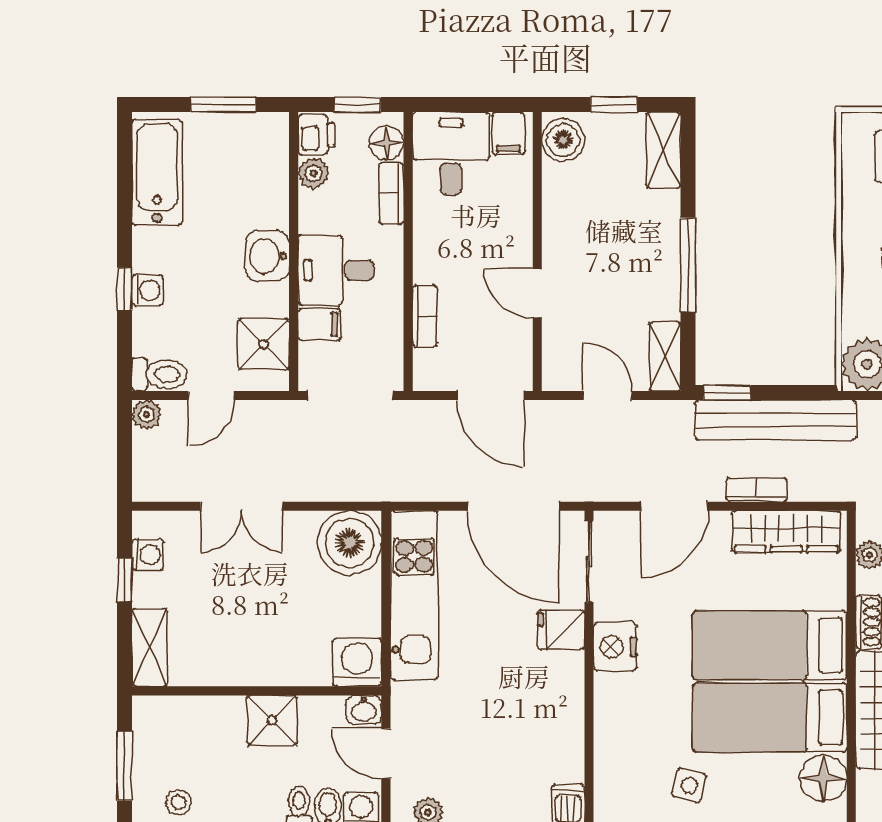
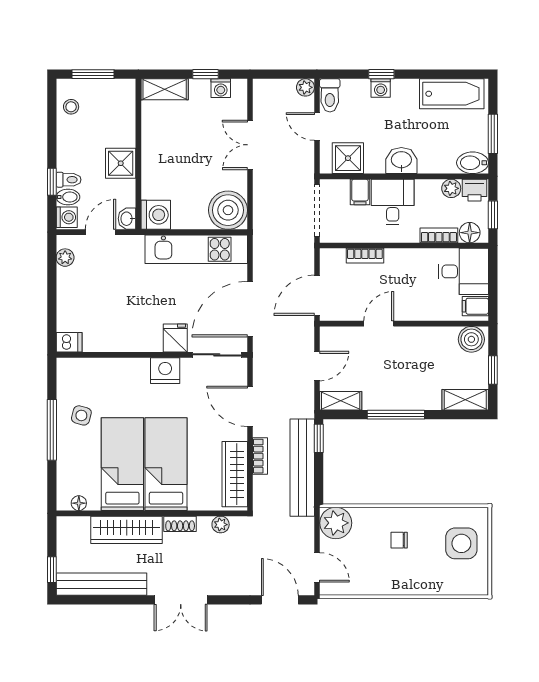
bidet: (271, 138) -> (473, 163), added
floor lamp: (823, 778) -> (79, 503), width x0.53, depth x0.53

